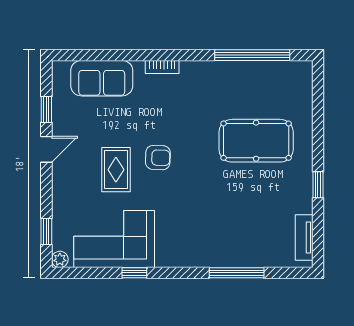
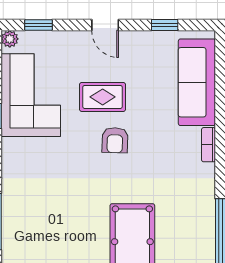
sofa: (102, 78) -> (197, 82), width x1.36
door: (46, 149) -> (105, 25), moved

